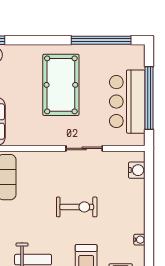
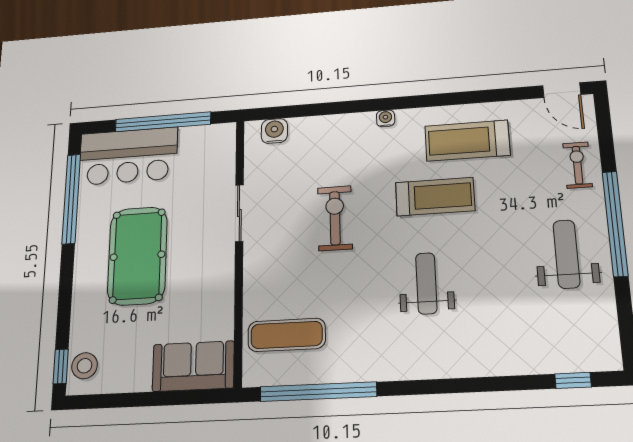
pool table: (61, 85) -> (137, 256), turned 90
bar counter: (127, 102) -> (128, 156), moved

